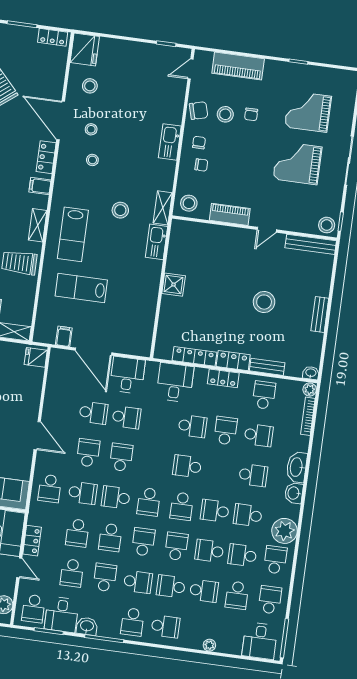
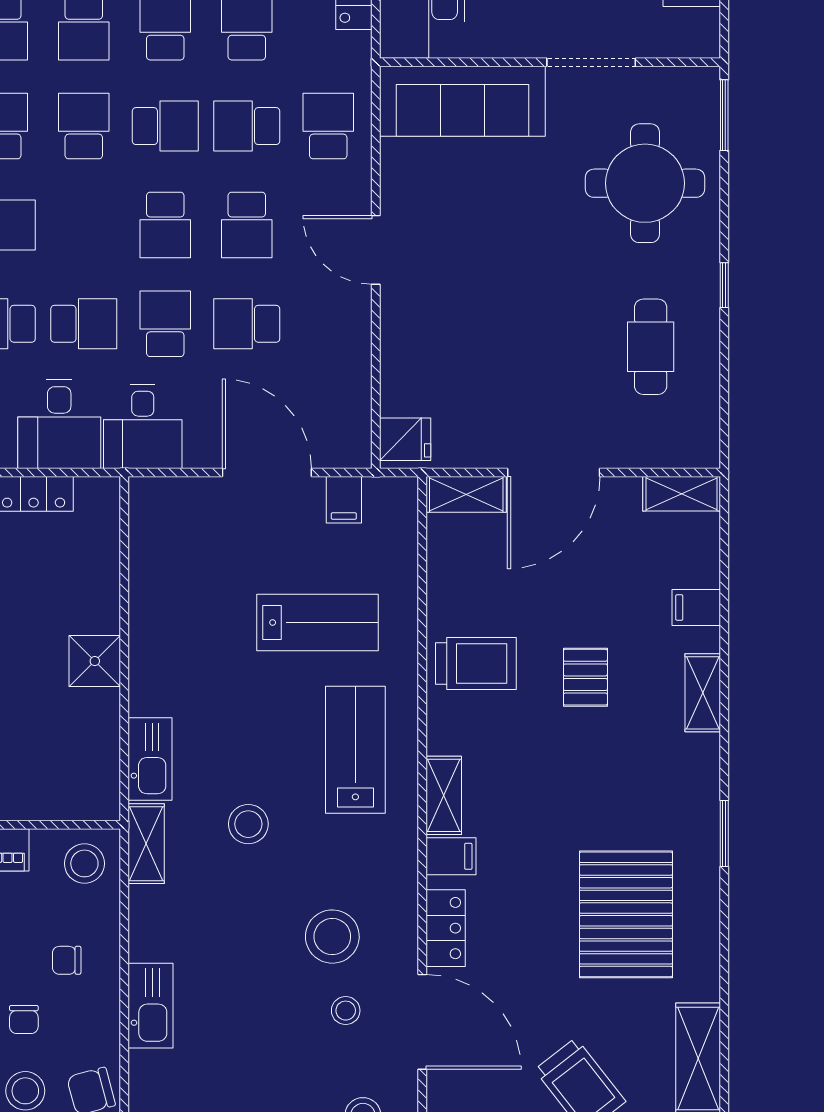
chair: (199, 143) -> (24, 1019), moved
stool: (92, 160) -> (332, 937), width x1.89, depth x1.89
shelving: (38, 225) -> (444, 795), moved
desk: (127, 375) -> (143, 426), moved
school desk: (127, 417) -> (165, 324), turned 90
school desk: (160, 422) -> (84, 324), added

